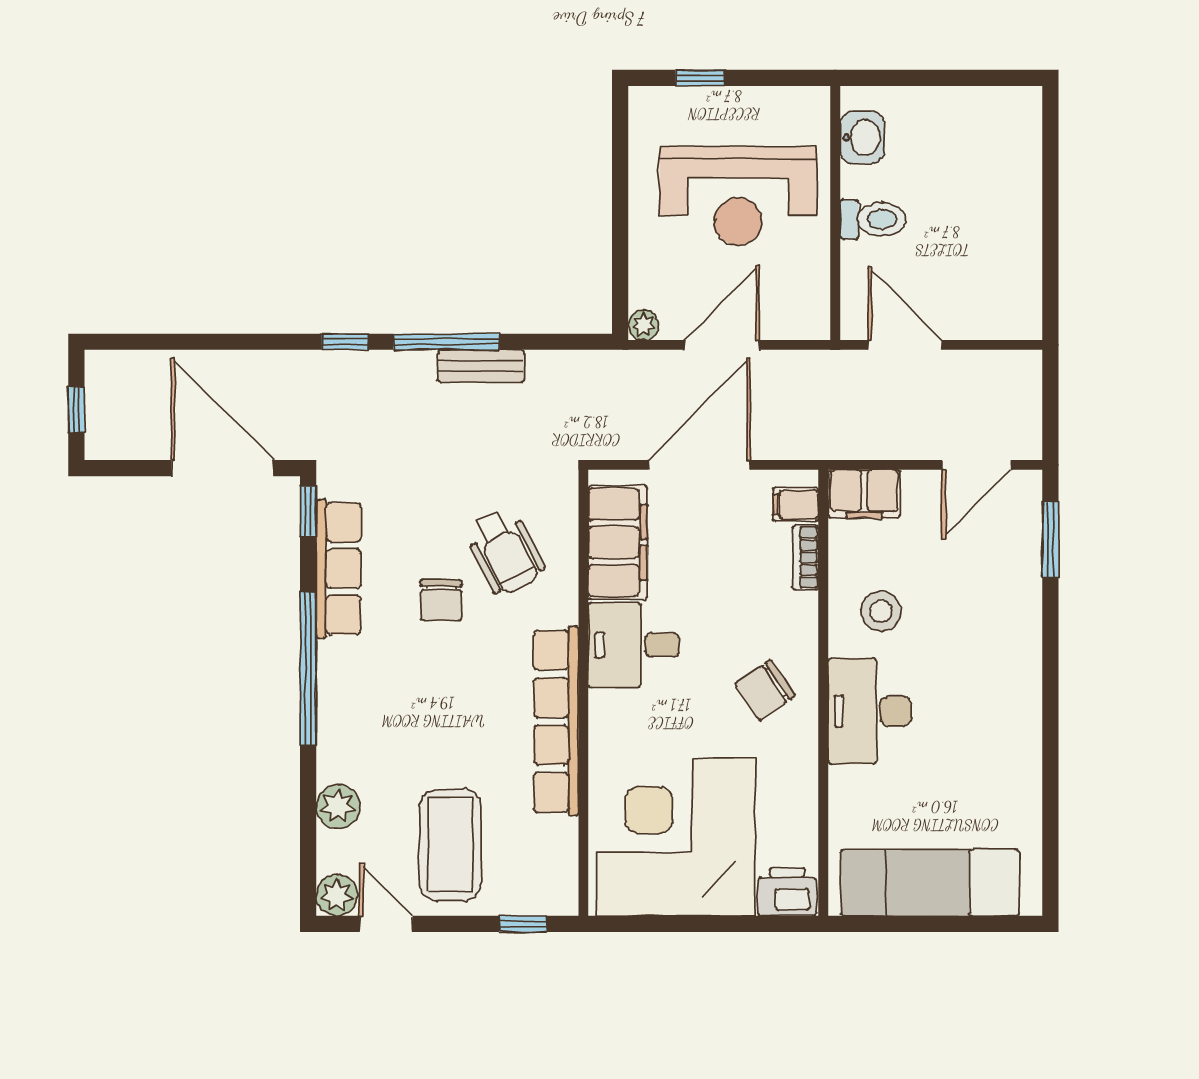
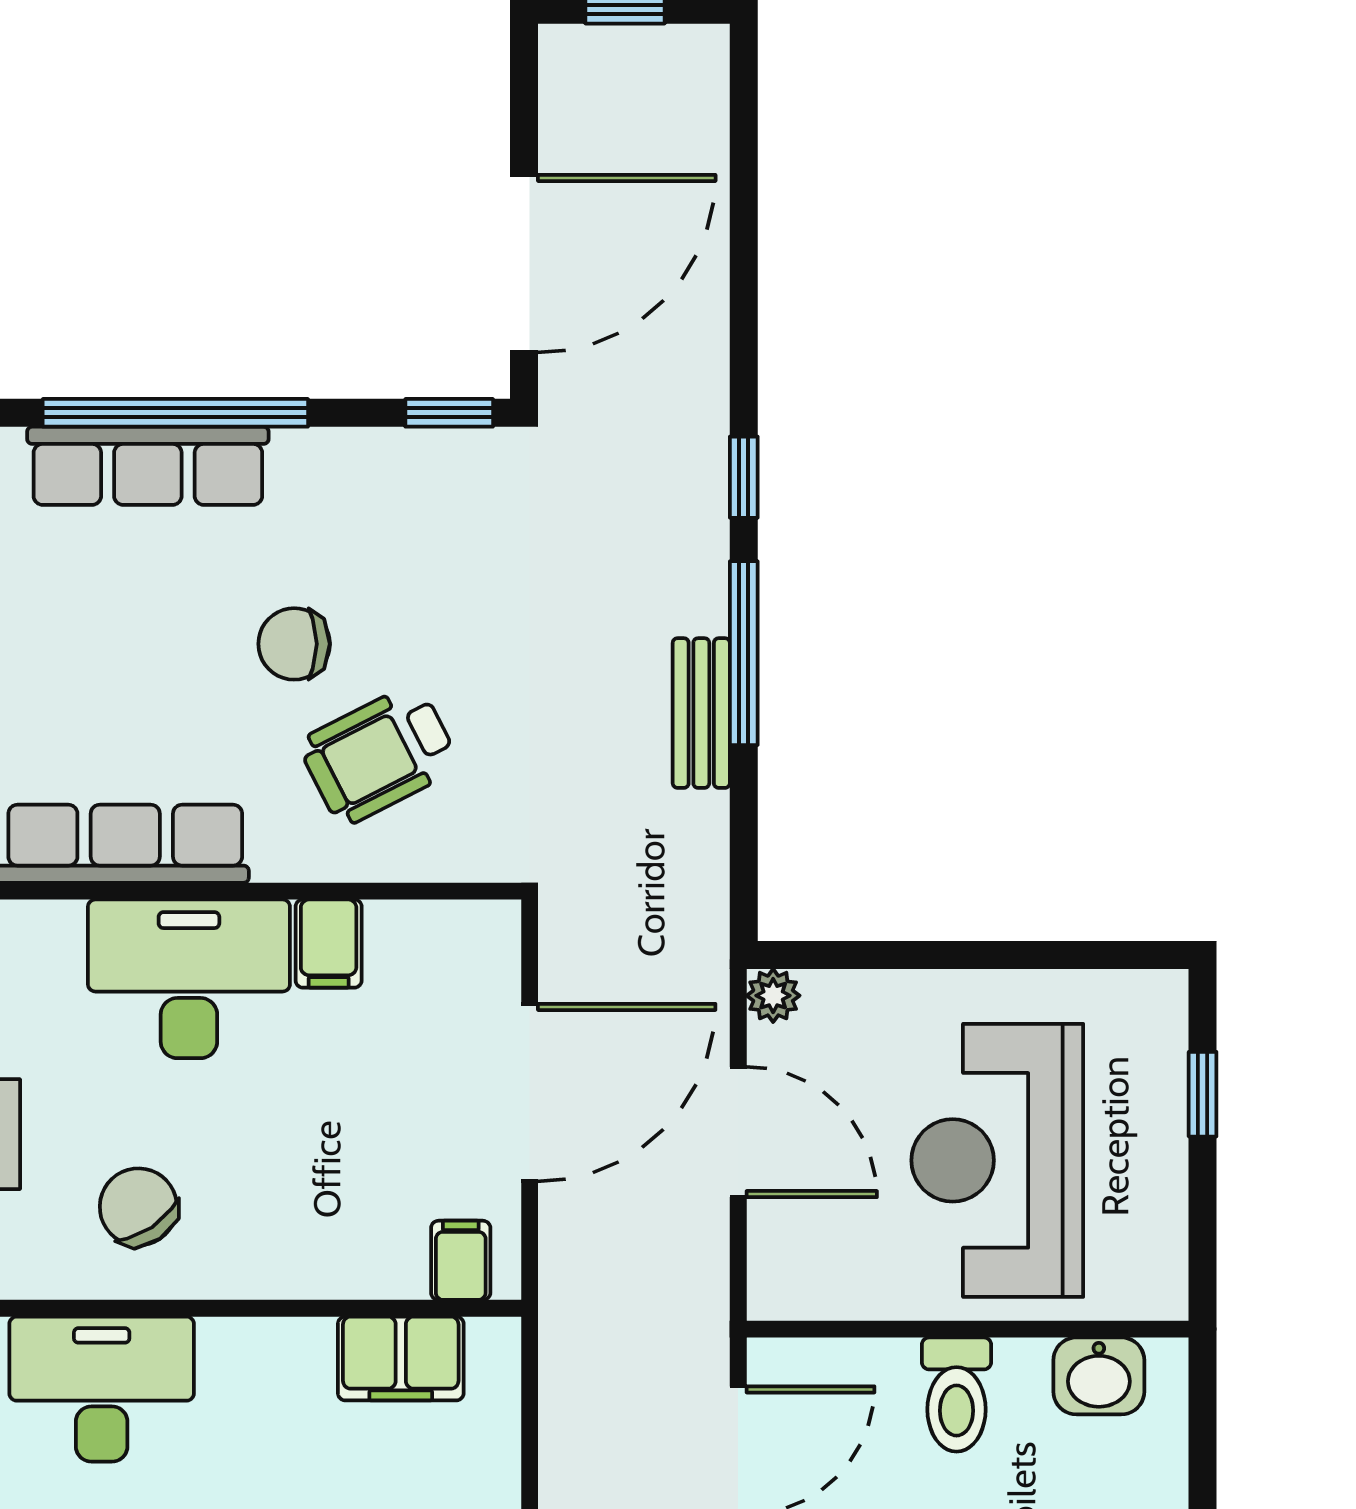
door: (699, 465) -> (530, 1093), hinge flipped
filing cabinet: (864, 494) -> (401, 1358), moved, turned -90
filing cabinet: (618, 542) -> (329, 944), width x0.33, depth x0.86
bookcase: (805, 557) -> (369, 1277), removed
row of seats: (339, 569) -> (148, 466), moved
stool: (881, 611) -> (275, 1409), removed
desk: (634, 645) -> (189, 979), width x1.37

